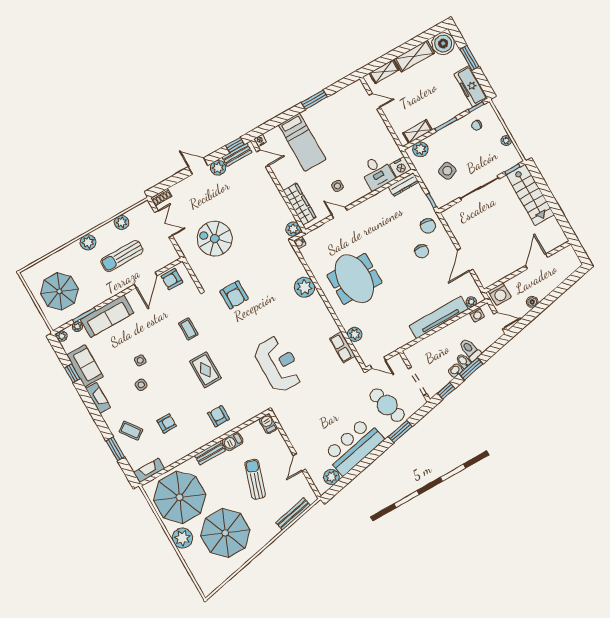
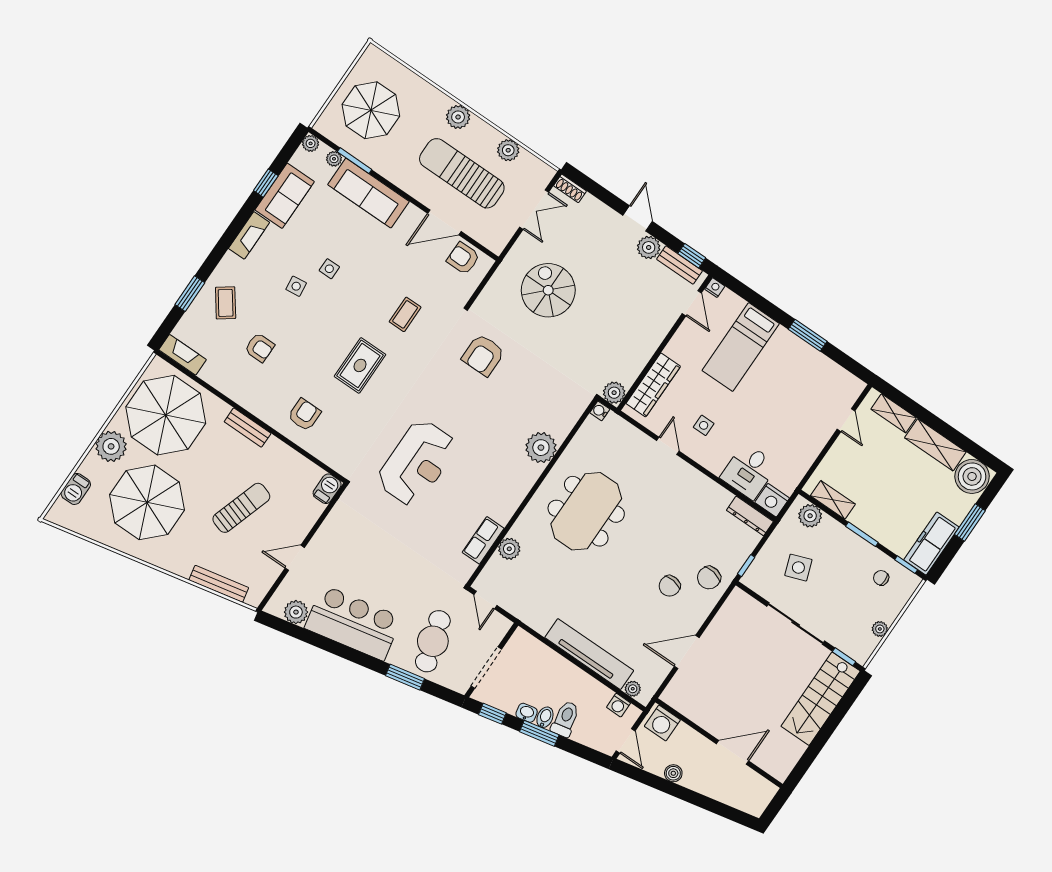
sun lounger: (122, 256) -> (462, 173), width x1.36, depth x1.34
barbecue: (233, 441) -> (76, 489), moved, turned -90

